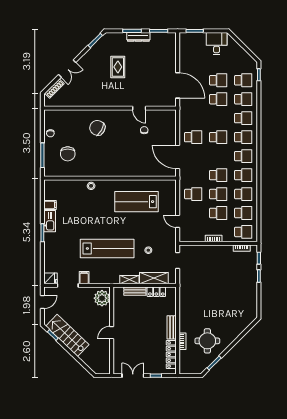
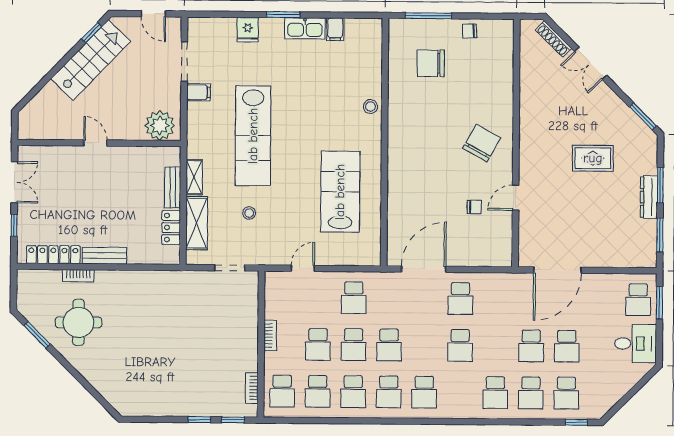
chair: (97, 128) -> (482, 143), moved
school desk: (243, 137) -> (638, 300), moved
fridge: (51, 278) -> (248, 30), moved

